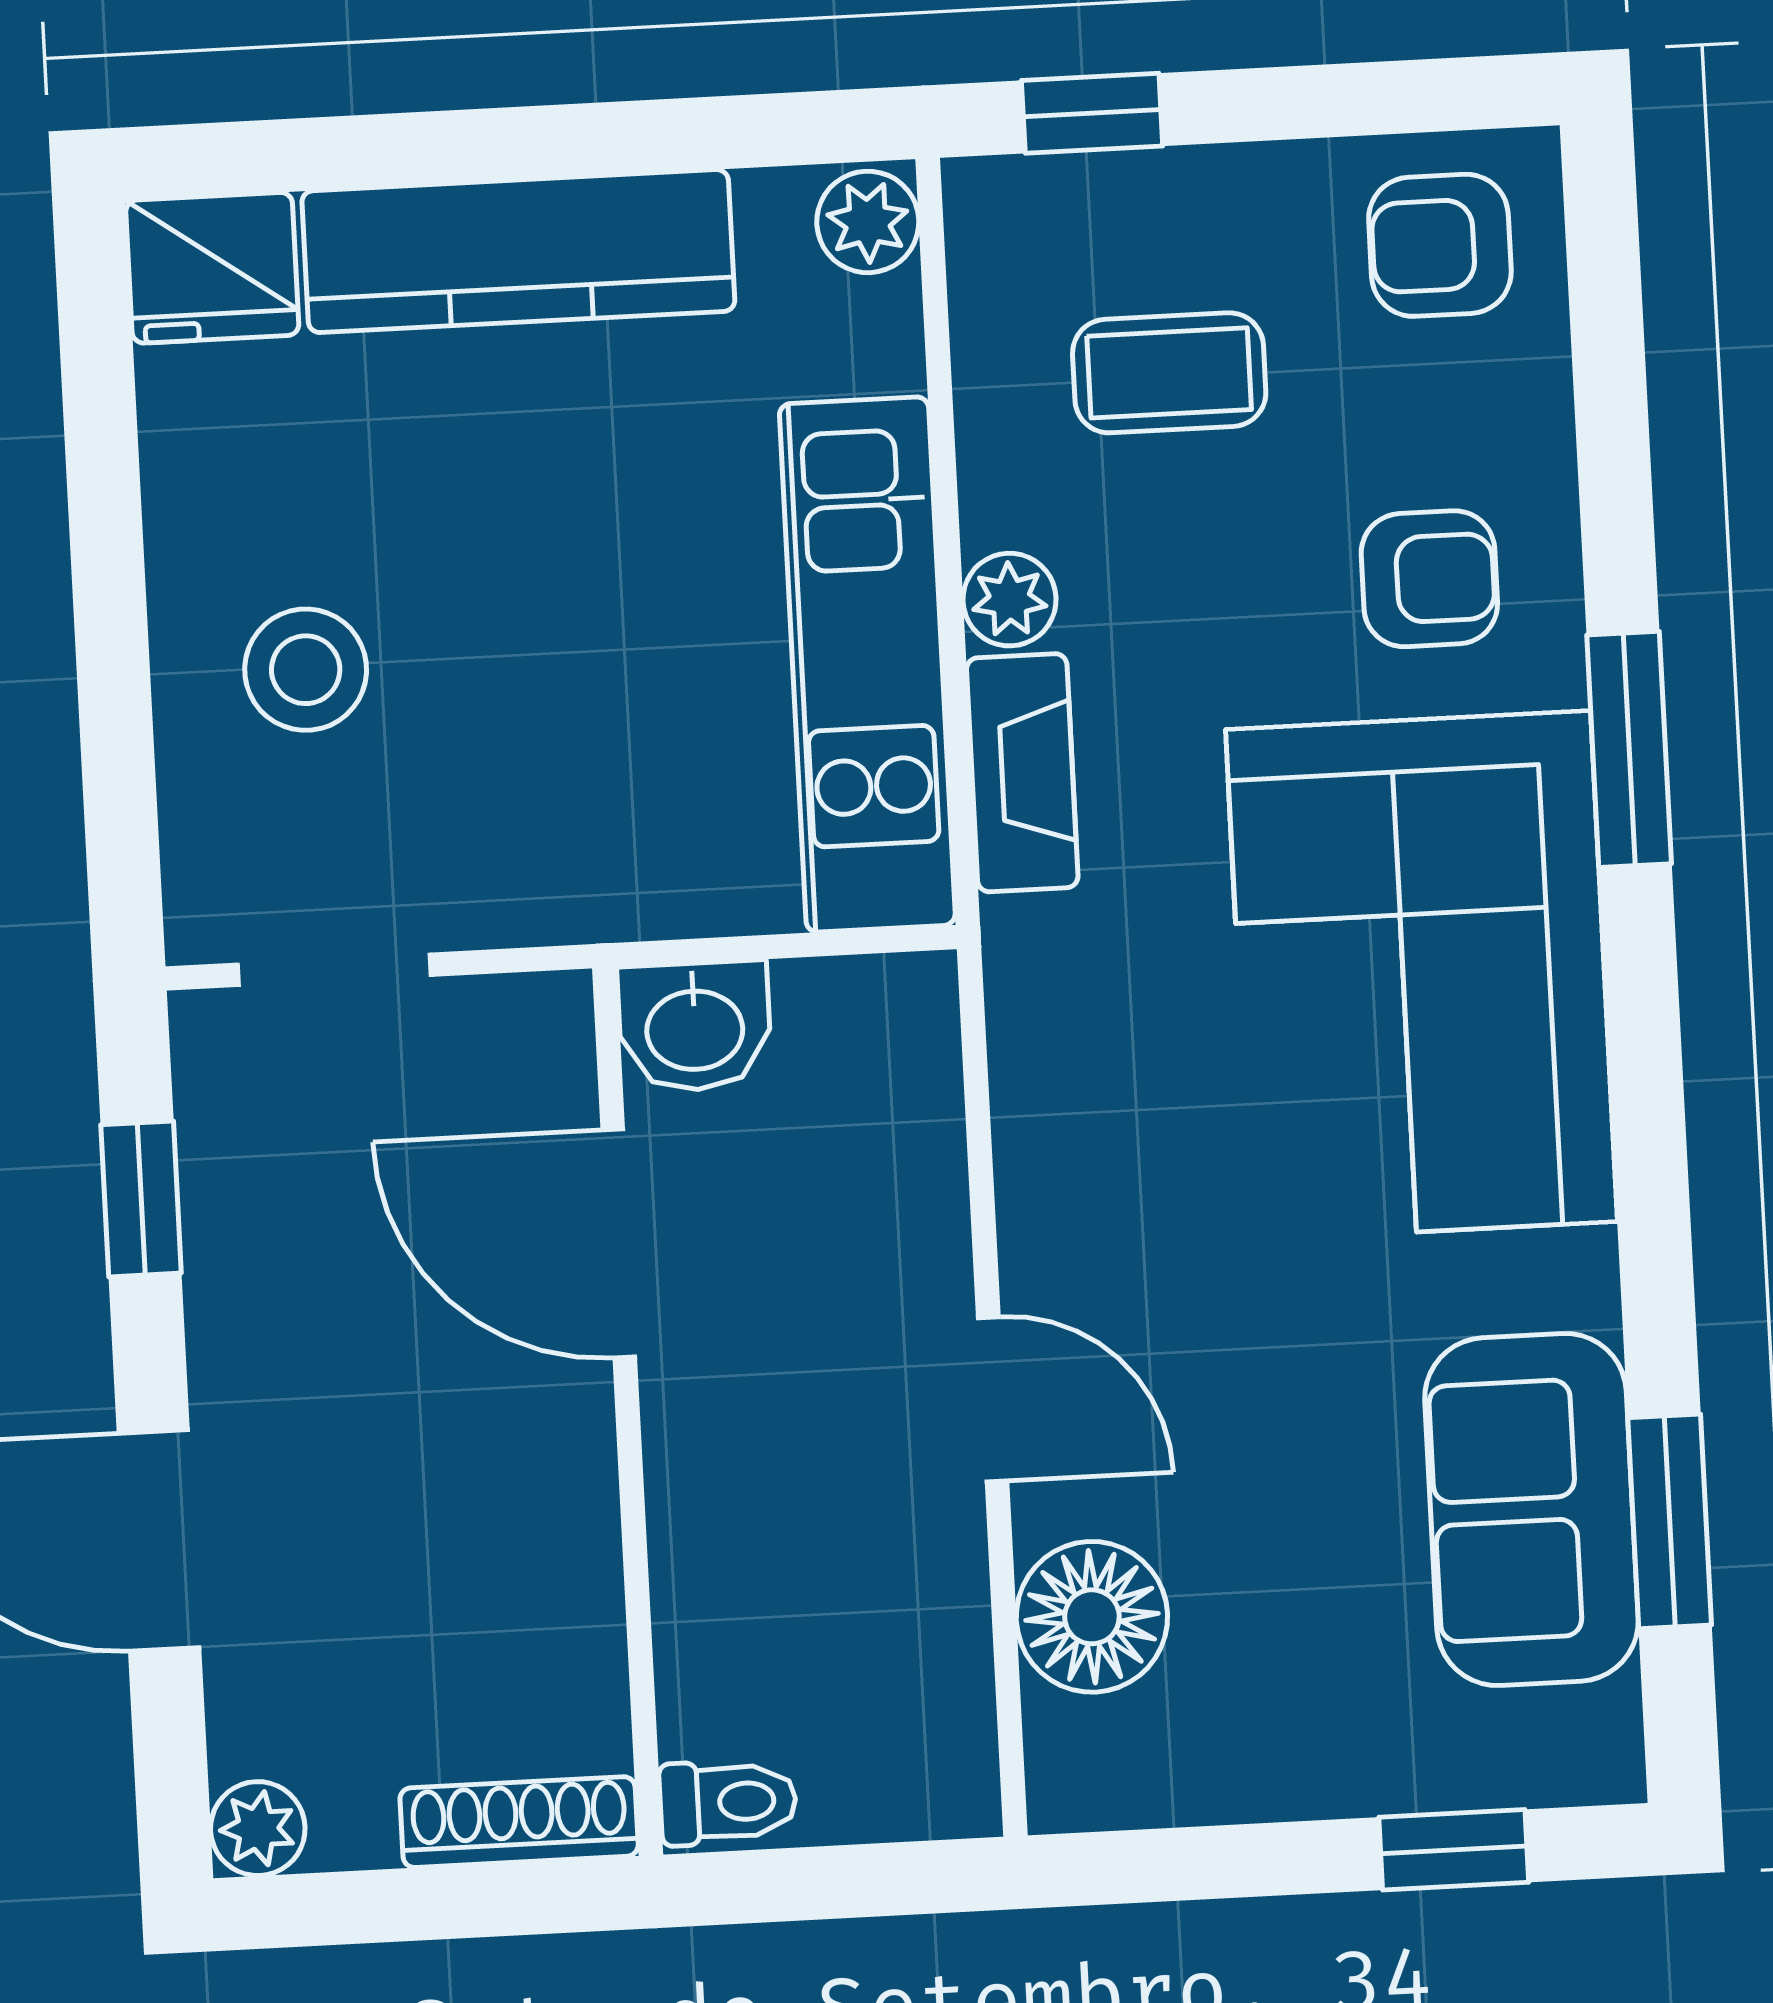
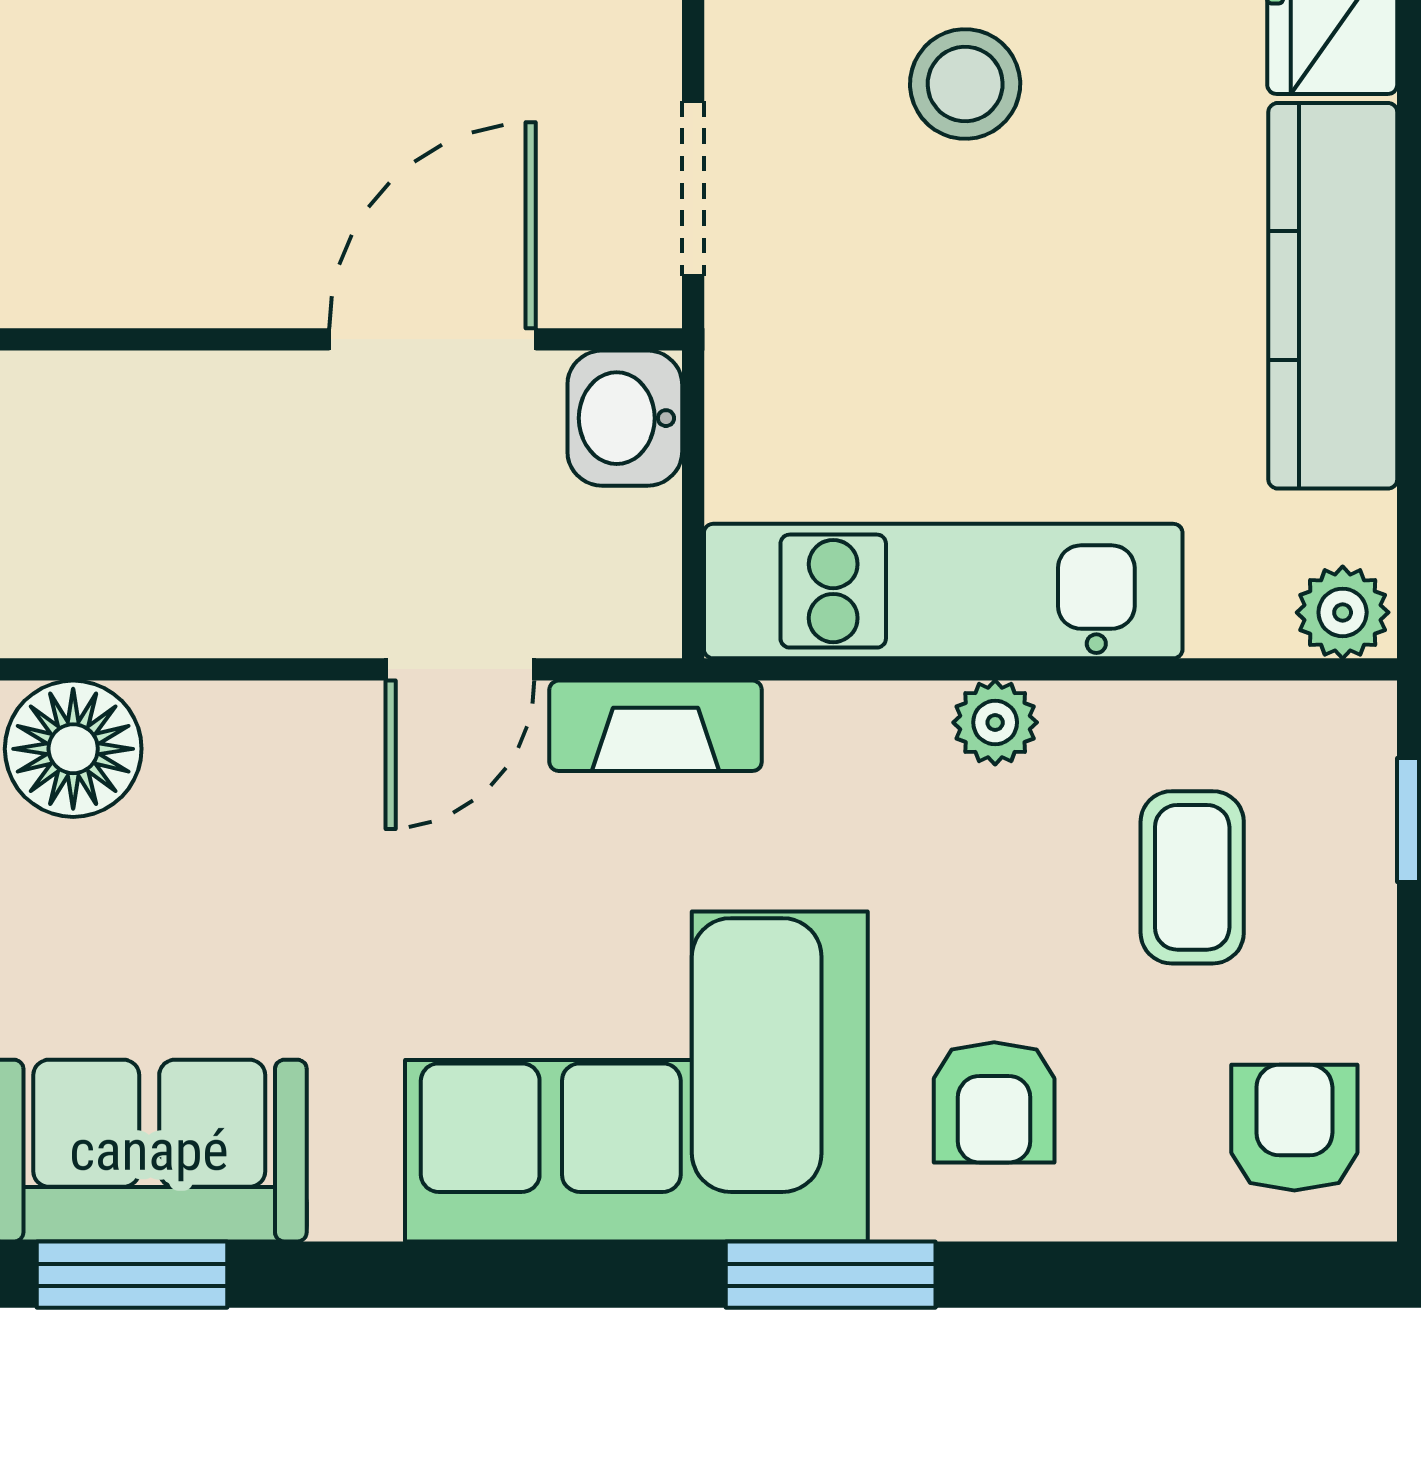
fireplace: (1022, 773) -> (656, 726), moved
doorway: (334, 970) -> (693, 188), moved
door: (993, 1399) -> (460, 669), moved

